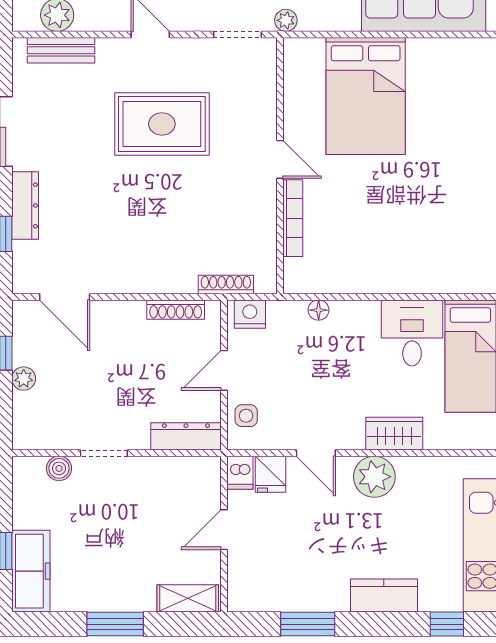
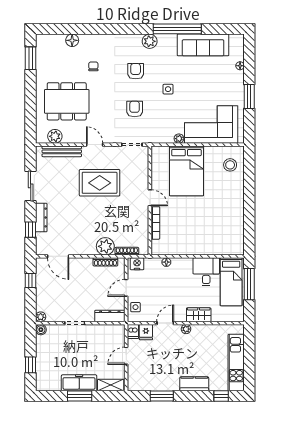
plant: (286, 20) -> (179, 139), moved
bench: (61, 50) -> (62, 151), width x1.36
stool: (468, 82) -> (230, 165), added
plant: (175, 273) -> (105, 246), added
plant: (24, 379) -> (41, 317), moved
door: (316, 453) -> (165, 323), swing flipped
boiler: (59, 468) -> (41, 330), moved
plant: (374, 477) -> (186, 329), width x0.53, depth x0.53
freezer: (31, 571) -> (79, 383), moved, turned -90

